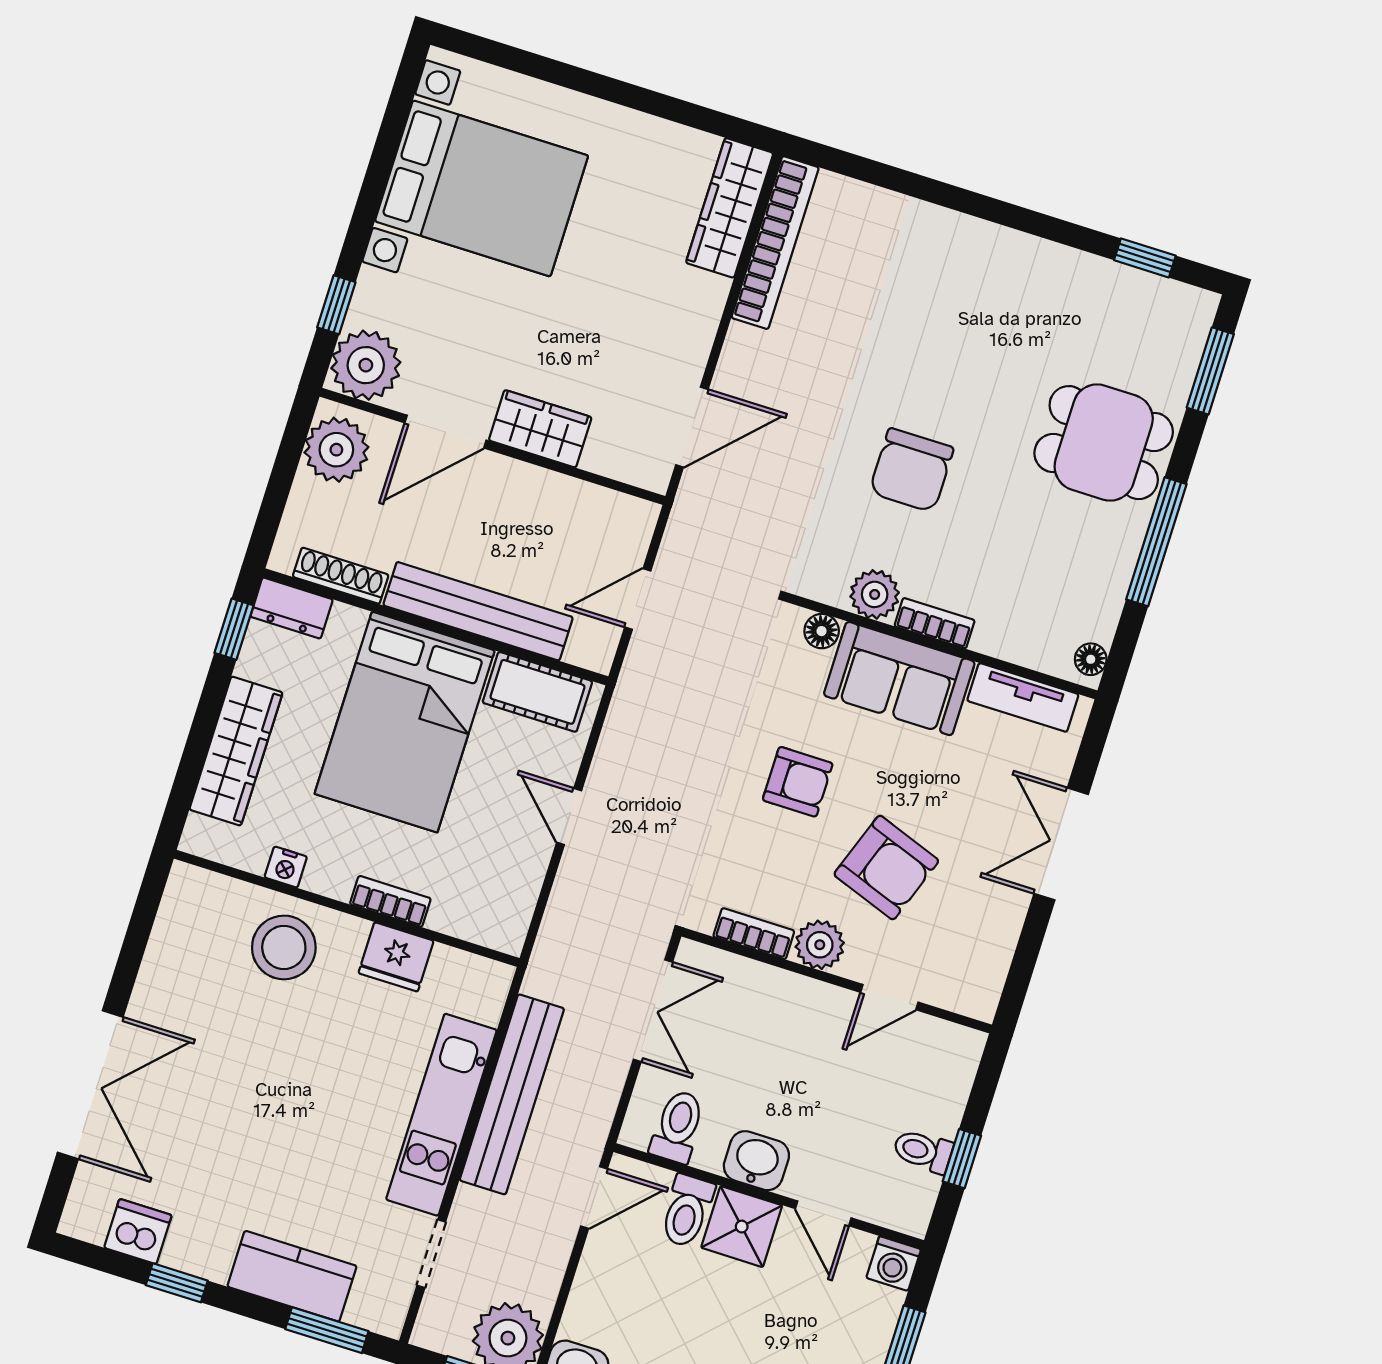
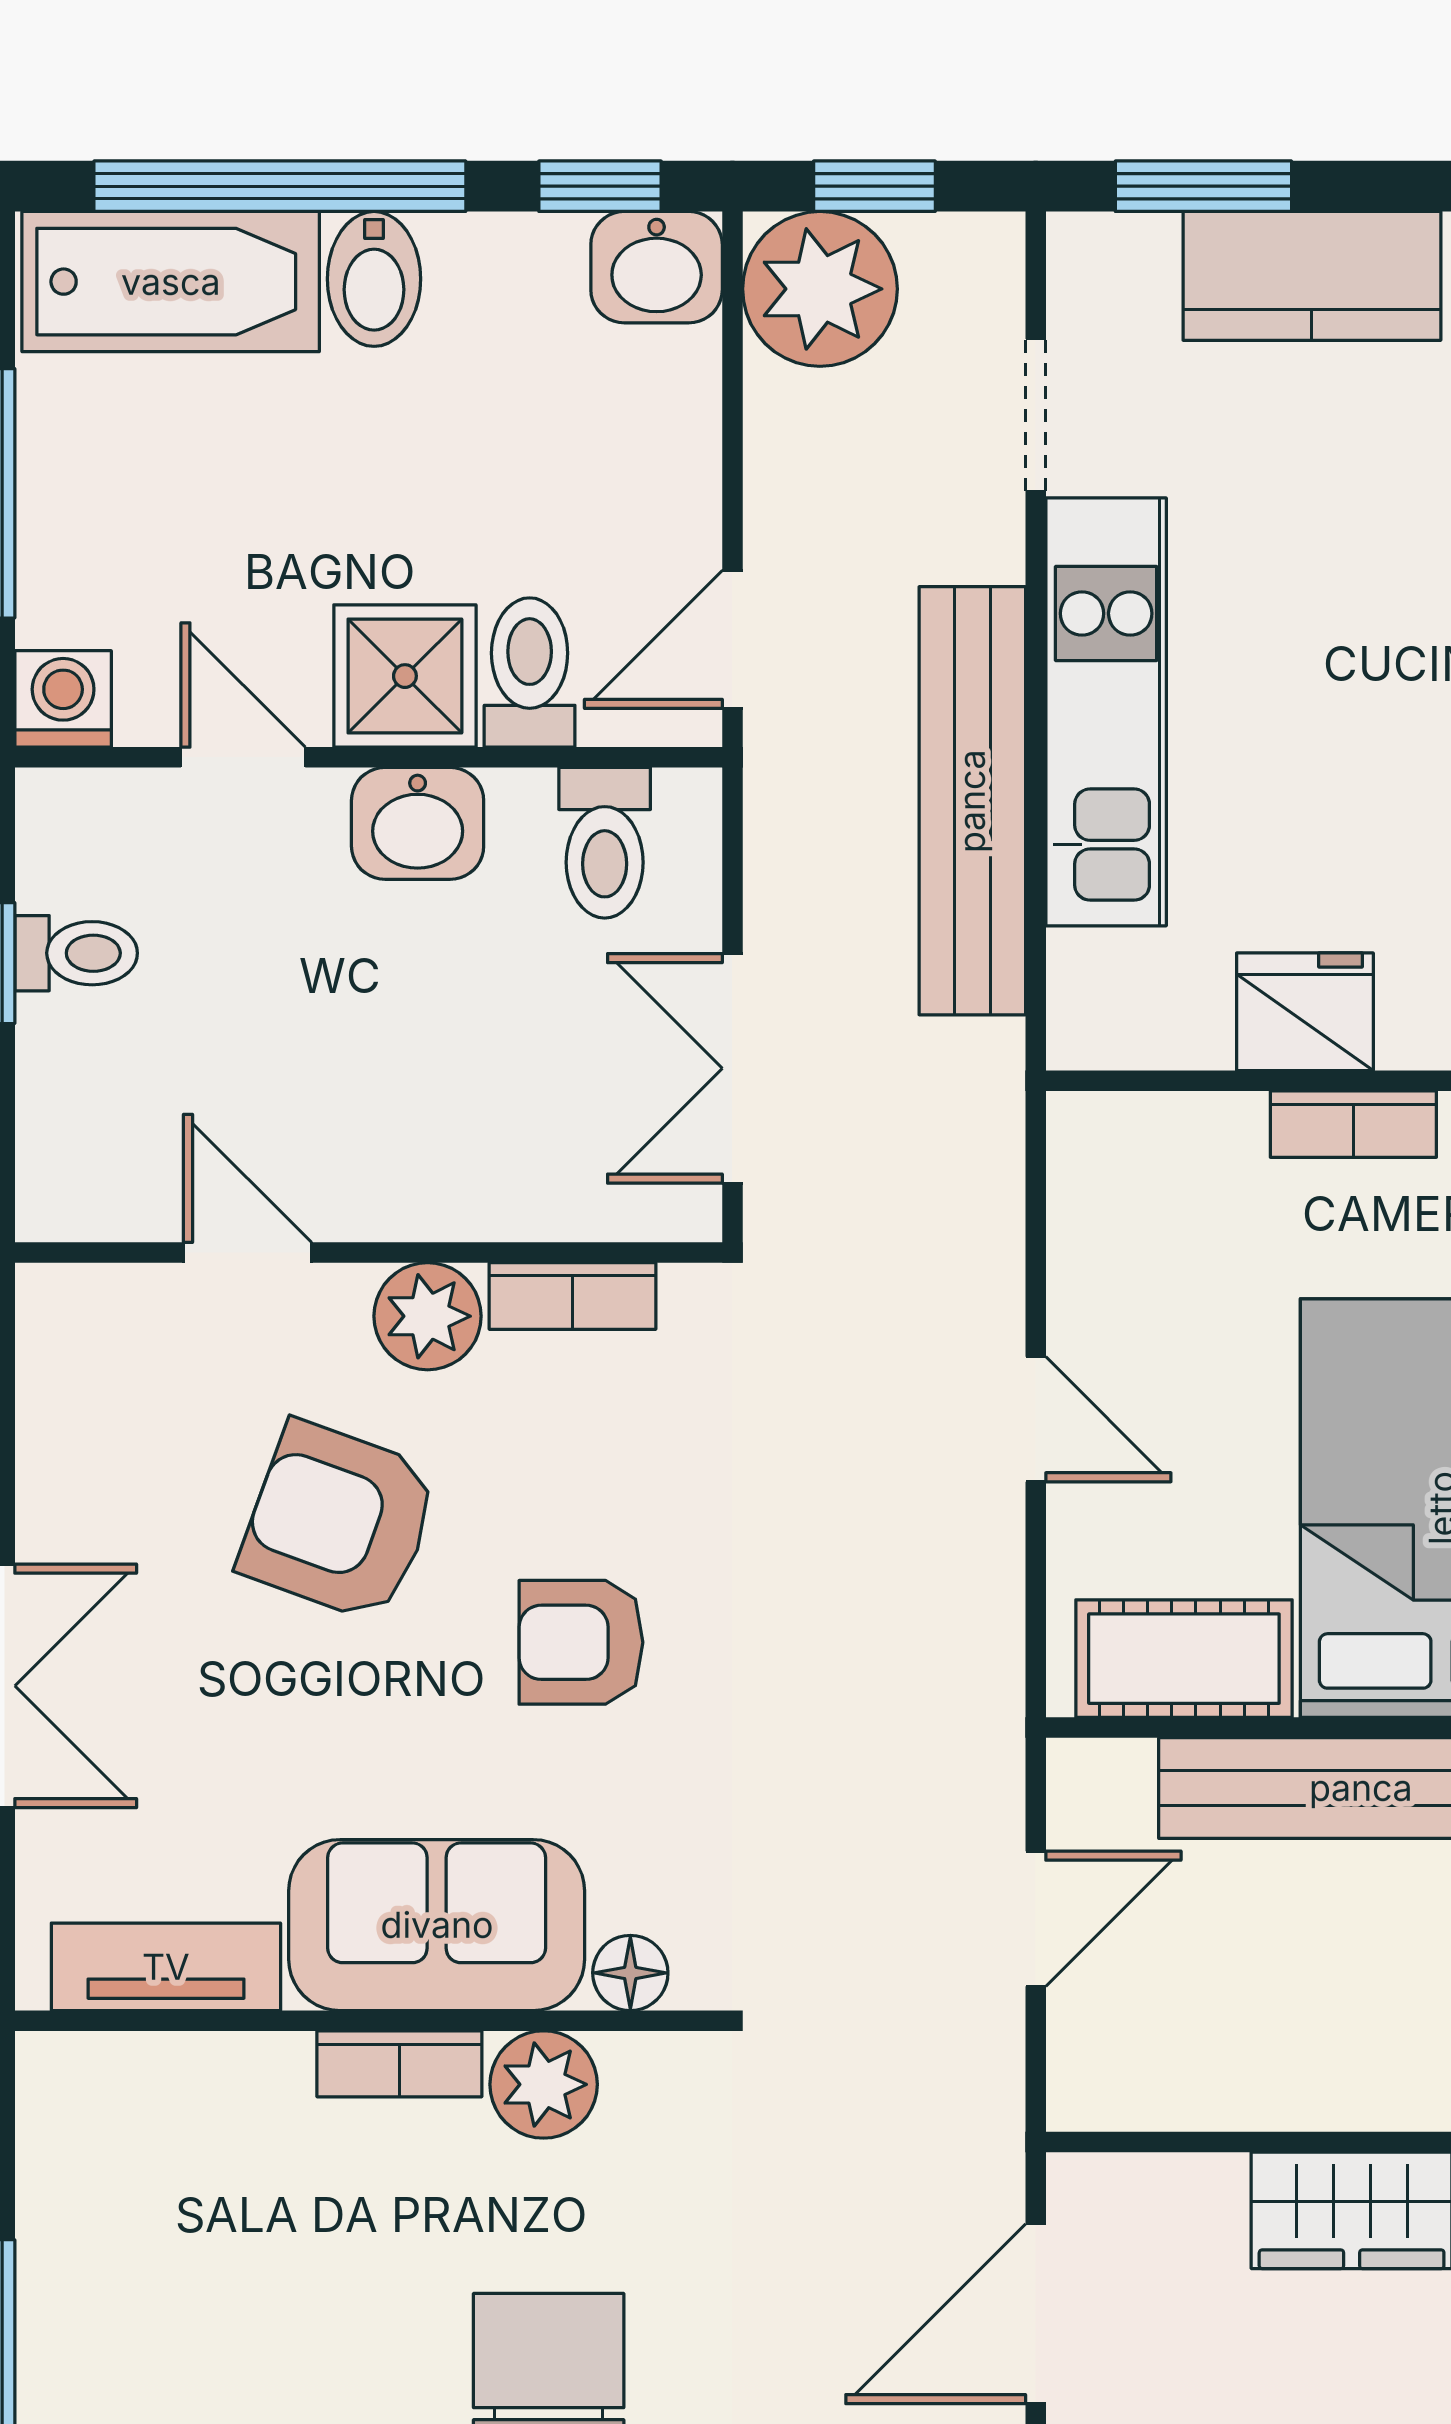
floor lamp: (1091, 659) -> (49, 2091), removed
door: (889, 997) -> (247, 1253), hinge flipped

